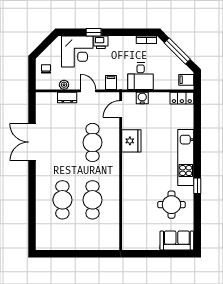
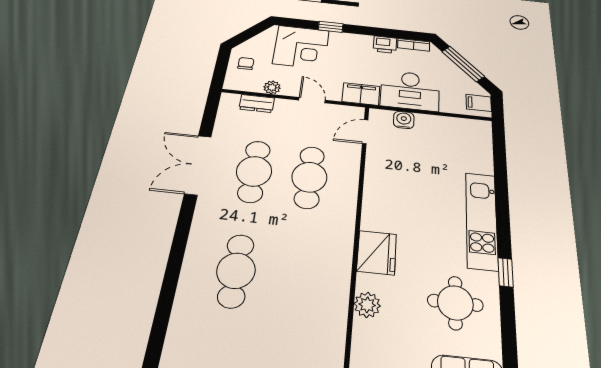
printer: (101, 42) -> (385, 45), moved
desk: (141, 76) -> (410, 91), width x1.37
filing cabinet: (111, 83) -> (361, 94), width x2.00
dresser: (67, 97) -> (257, 103), moved
locker: (182, 98) -> (472, 127), removed
fridge: (131, 141) -> (377, 253), moved
cafe table: (92, 200) -> (254, 171), moved
plant: (128, 210) -> (367, 305), added

